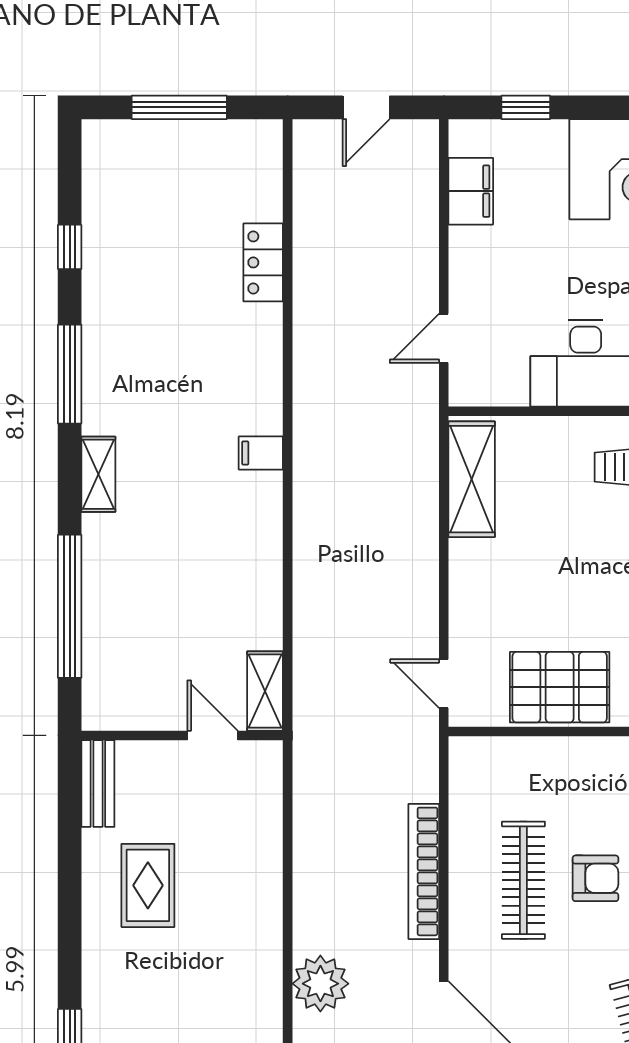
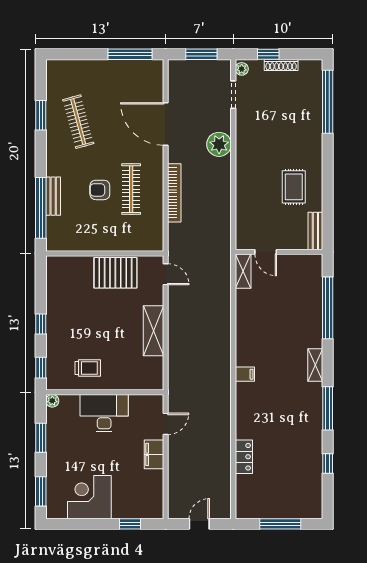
filing cabinet: (471, 191) -> (154, 454), moved
shelving: (472, 479) -> (154, 331), moved

